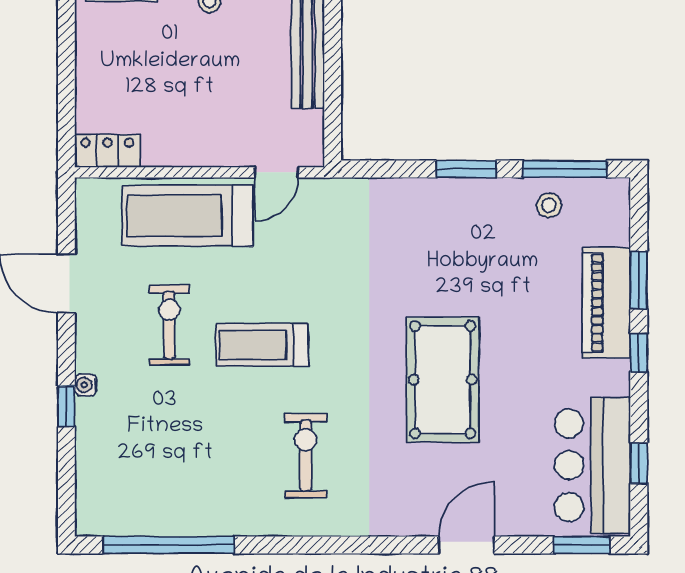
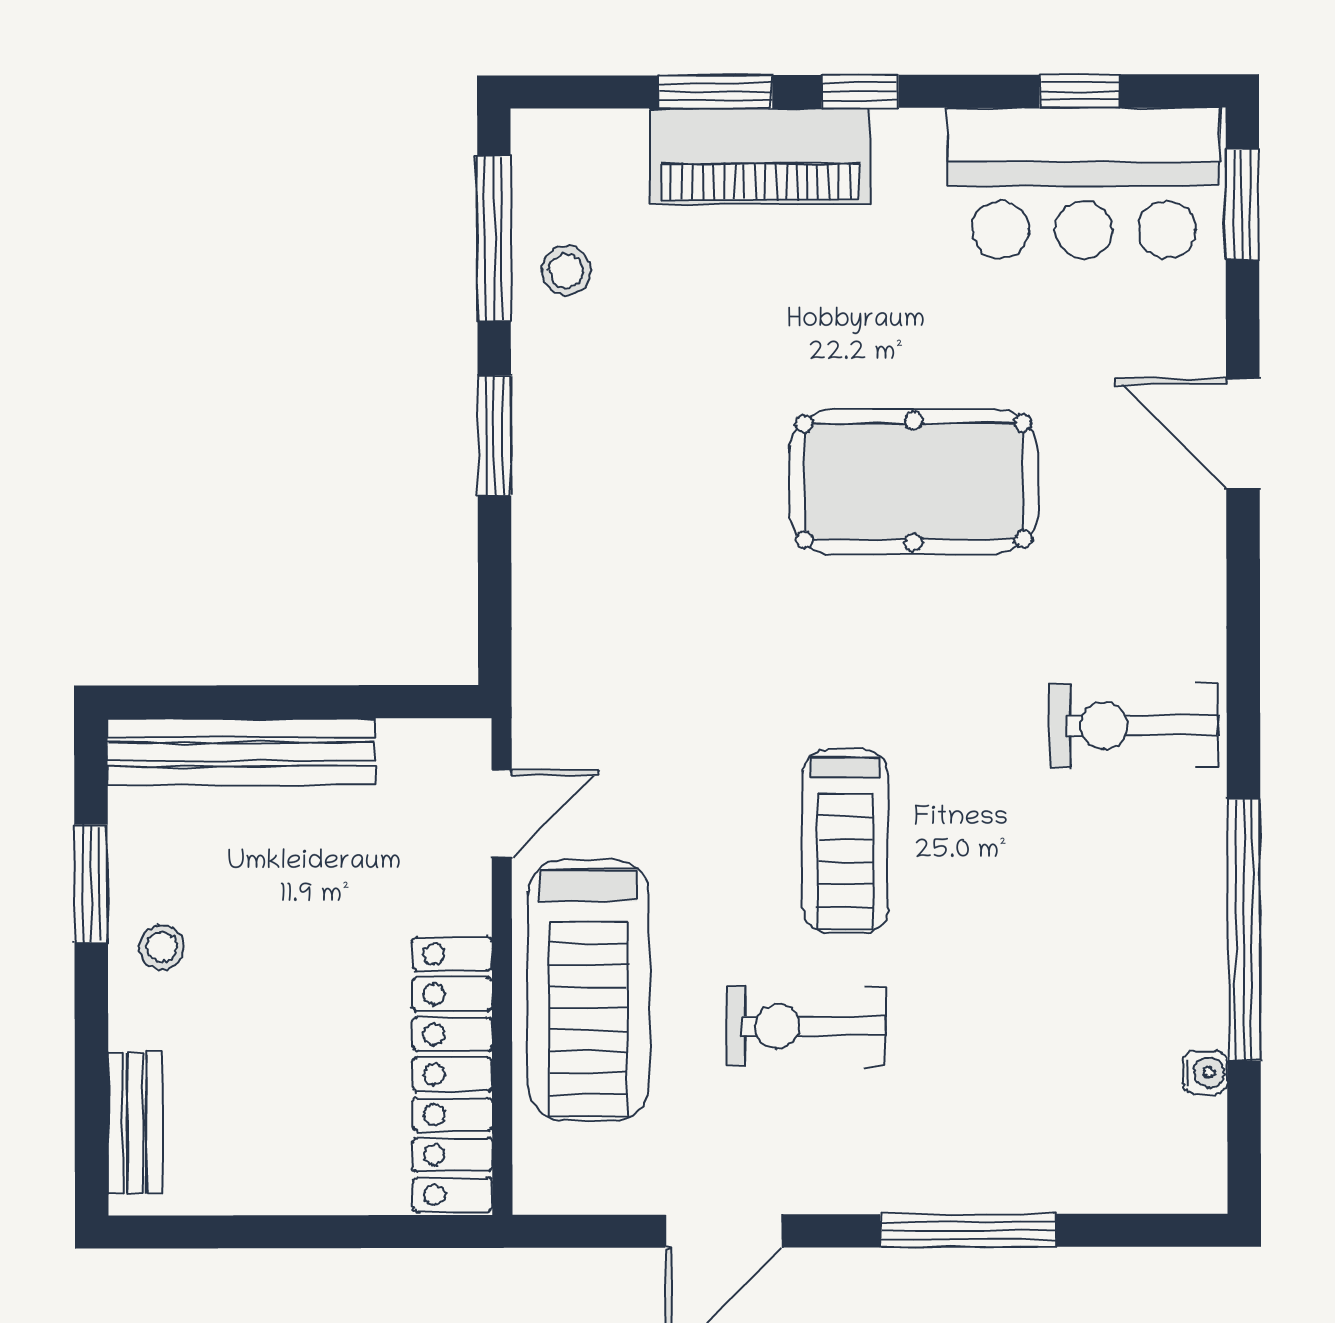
locker: (107, 151) -> (452, 1074), width x2.16, depth x1.21
door: (276, 172) -> (502, 813), hinge flipped
water cooler: (86, 385) -> (1205, 1072), moved, turned -90
window: (66, 406) -> (968, 1231), width x2.17
exercise bike: (306, 456) -> (1134, 725), moved
window: (169, 545) -> (1244, 930), moved

